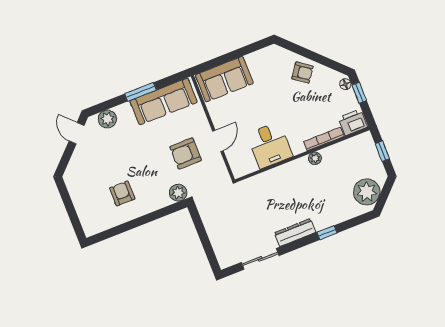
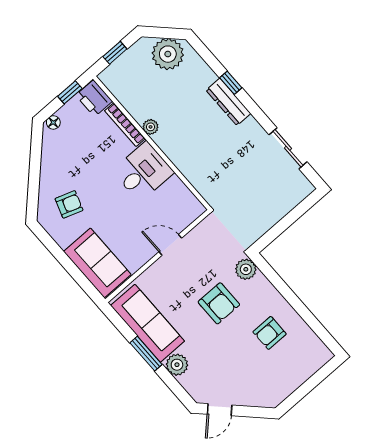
armchair: (302, 72) -> (69, 204), moved, turned 73
window: (359, 93) -> (70, 92), moved
plant: (107, 119) -> (177, 365), moved
desk: (270, 145) -> (143, 172), moved
armchair: (186, 153) -> (219, 303), moved
dresser: (295, 233) -> (228, 102), moved

